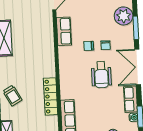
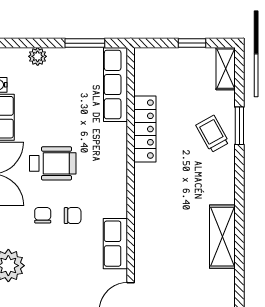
wheelchair: (101, 75) -> (53, 163), turned 90

